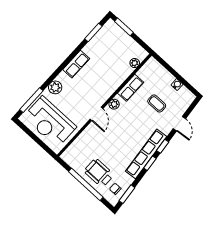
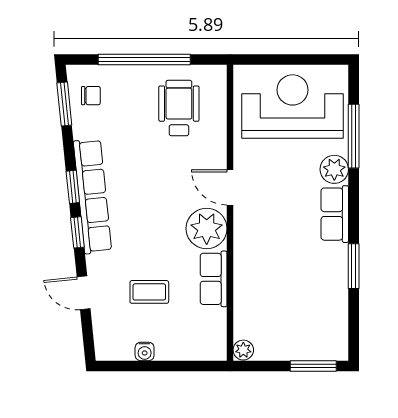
window: (93, 32) -> (354, 266), moved
plant: (135, 63) -> (243, 350), moved
row of seats: (76, 64) -> (335, 214), moved
window: (31, 100) -> (354, 136), moved
plant: (114, 104) -> (207, 229), width x1.88, depth x1.88
wheelchair: (99, 173) -> (179, 108), moved, turned -90

